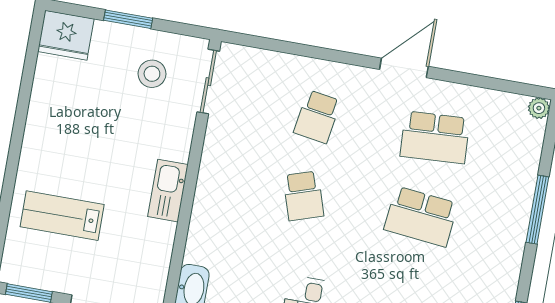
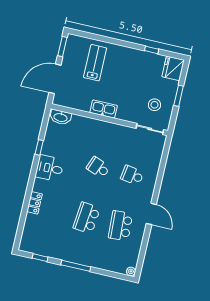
window: (26, 87) -> (152, 50), added
school desk: (303, 196) -> (98, 167), turned 39
window: (537, 210) -> (76, 266), moved

